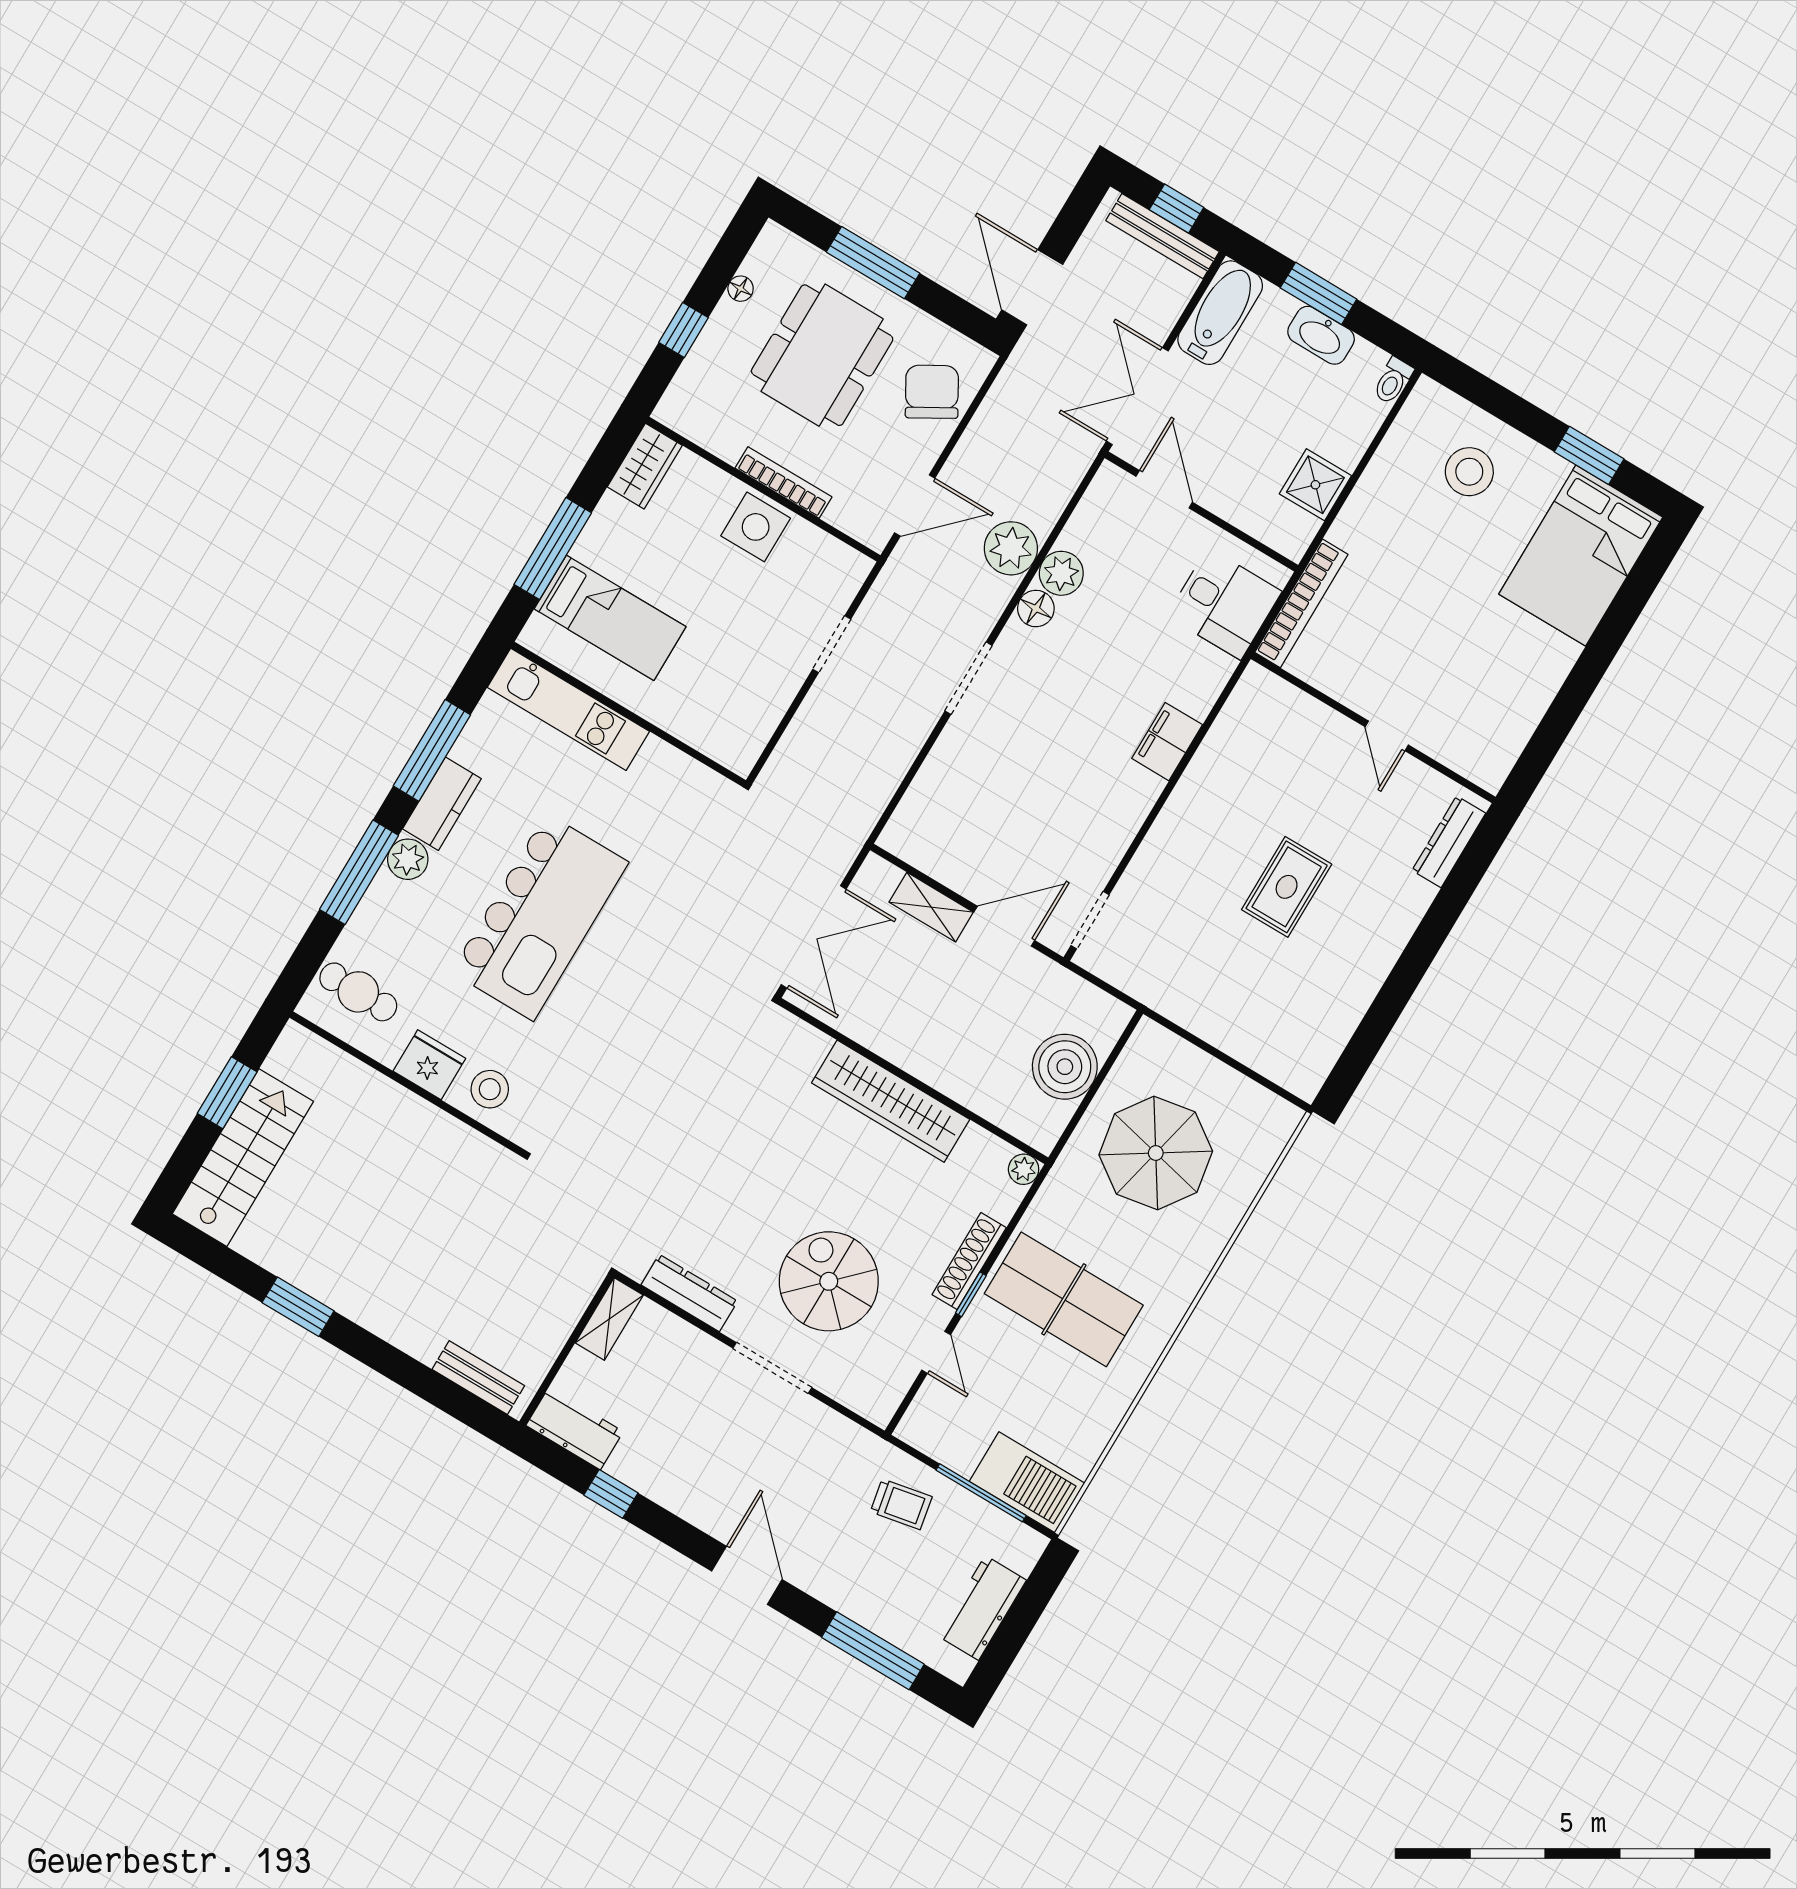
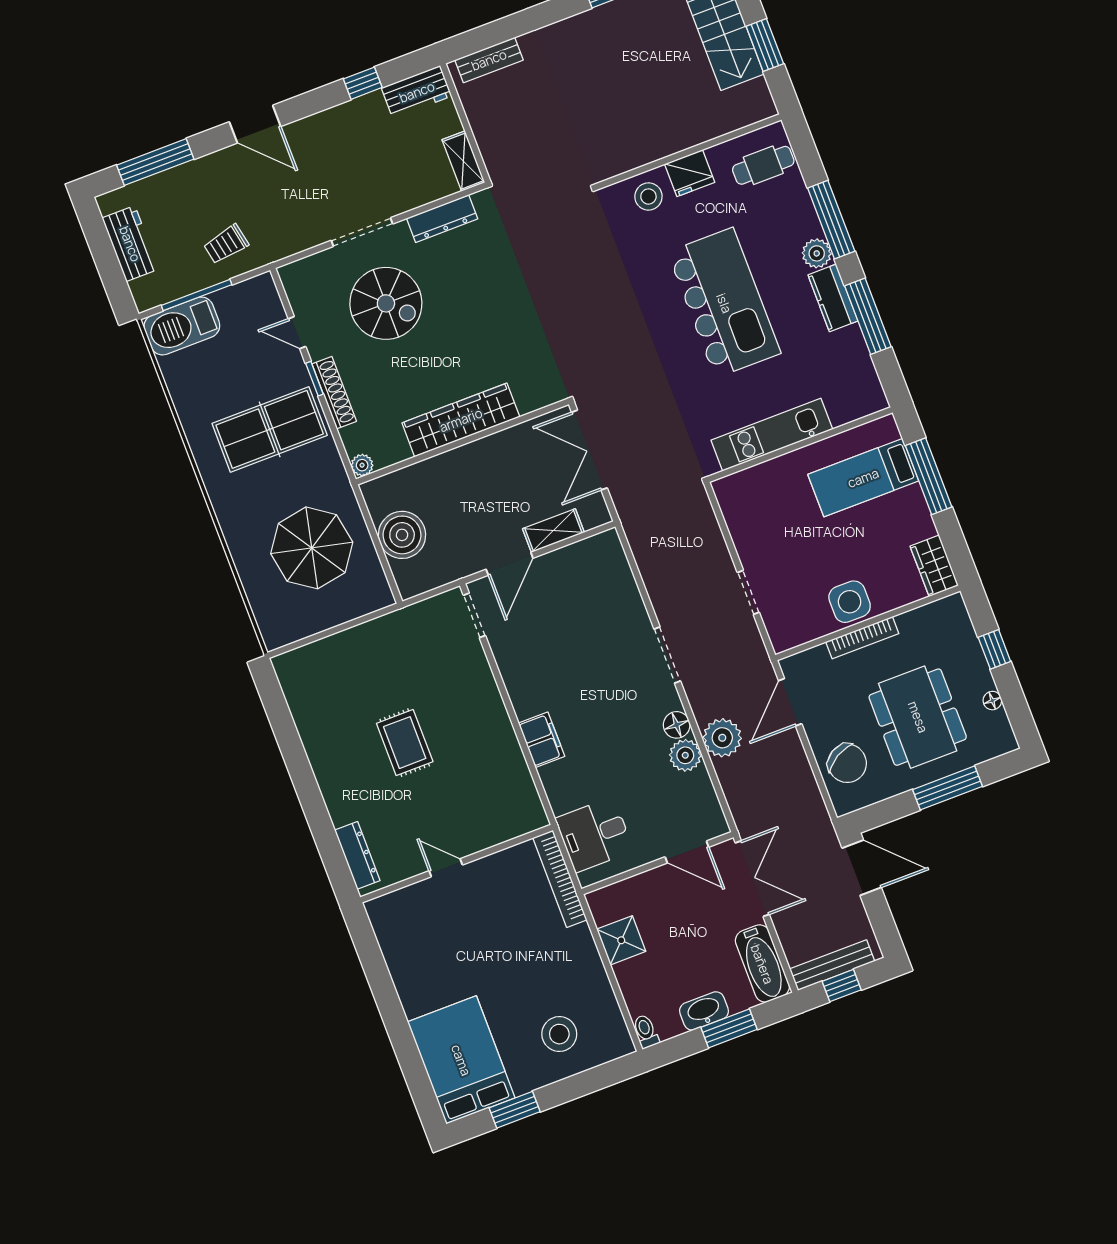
kitchen unit: (568, 709) -> (772, 435), moved
kitchen island: (540, 917) -> (724, 303), turned 180

